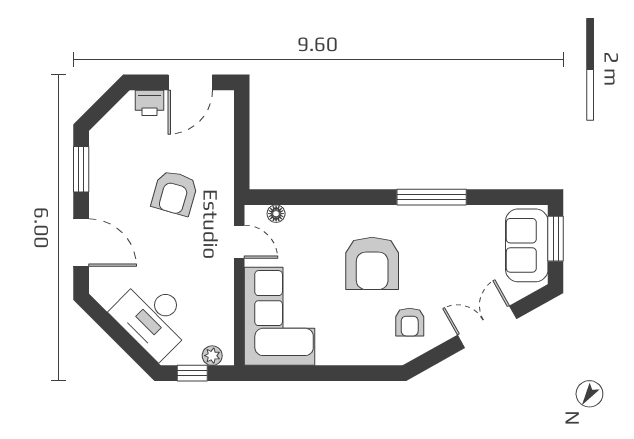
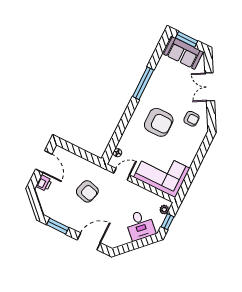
desk: (153, 318) -> (140, 225), width x0.73

